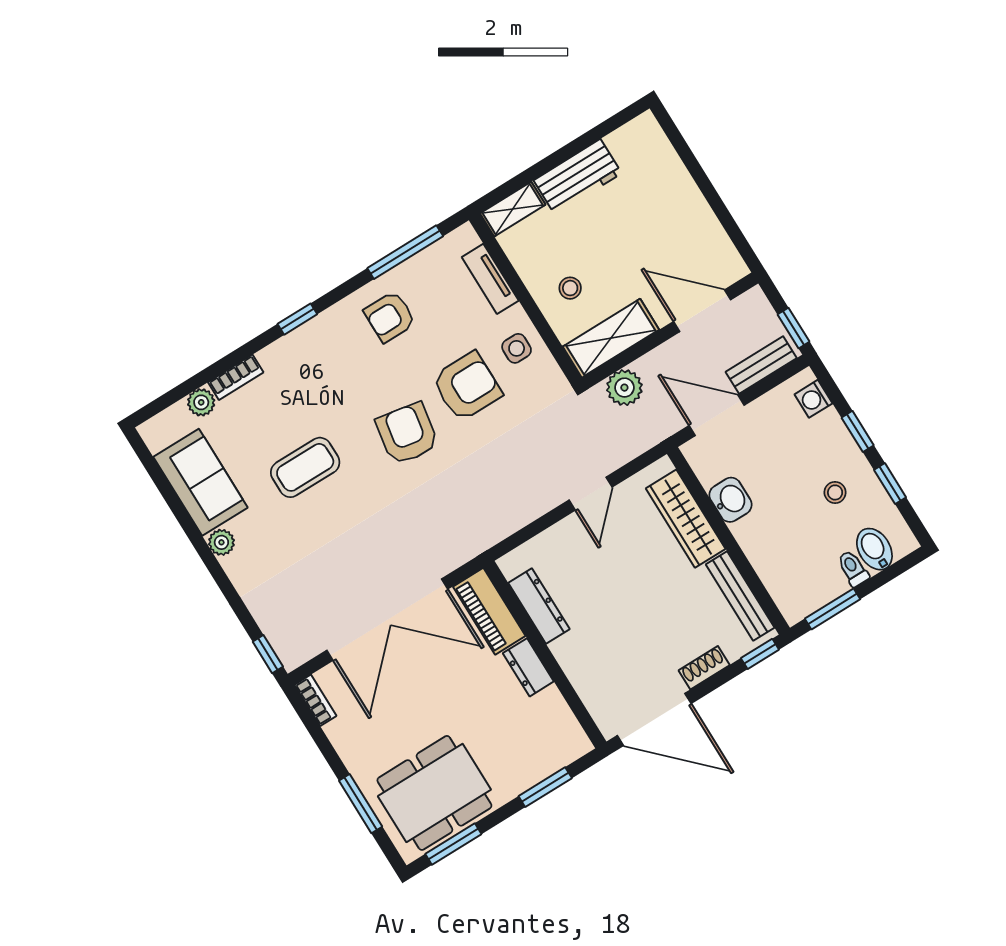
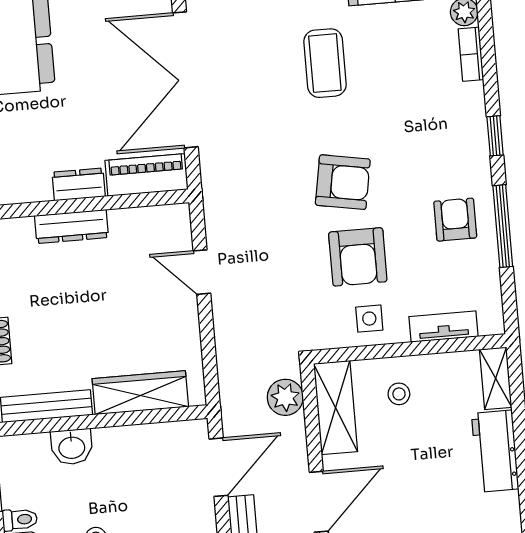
window: (405, 252) -> (503, 226), moved
coffee table: (305, 467) -> (325, 63), moved
door: (591, 494) -> (202, 272), moved
washbasin: (730, 500) -> (72, 447), moved
dresser: (539, 606) -> (72, 227), moved

